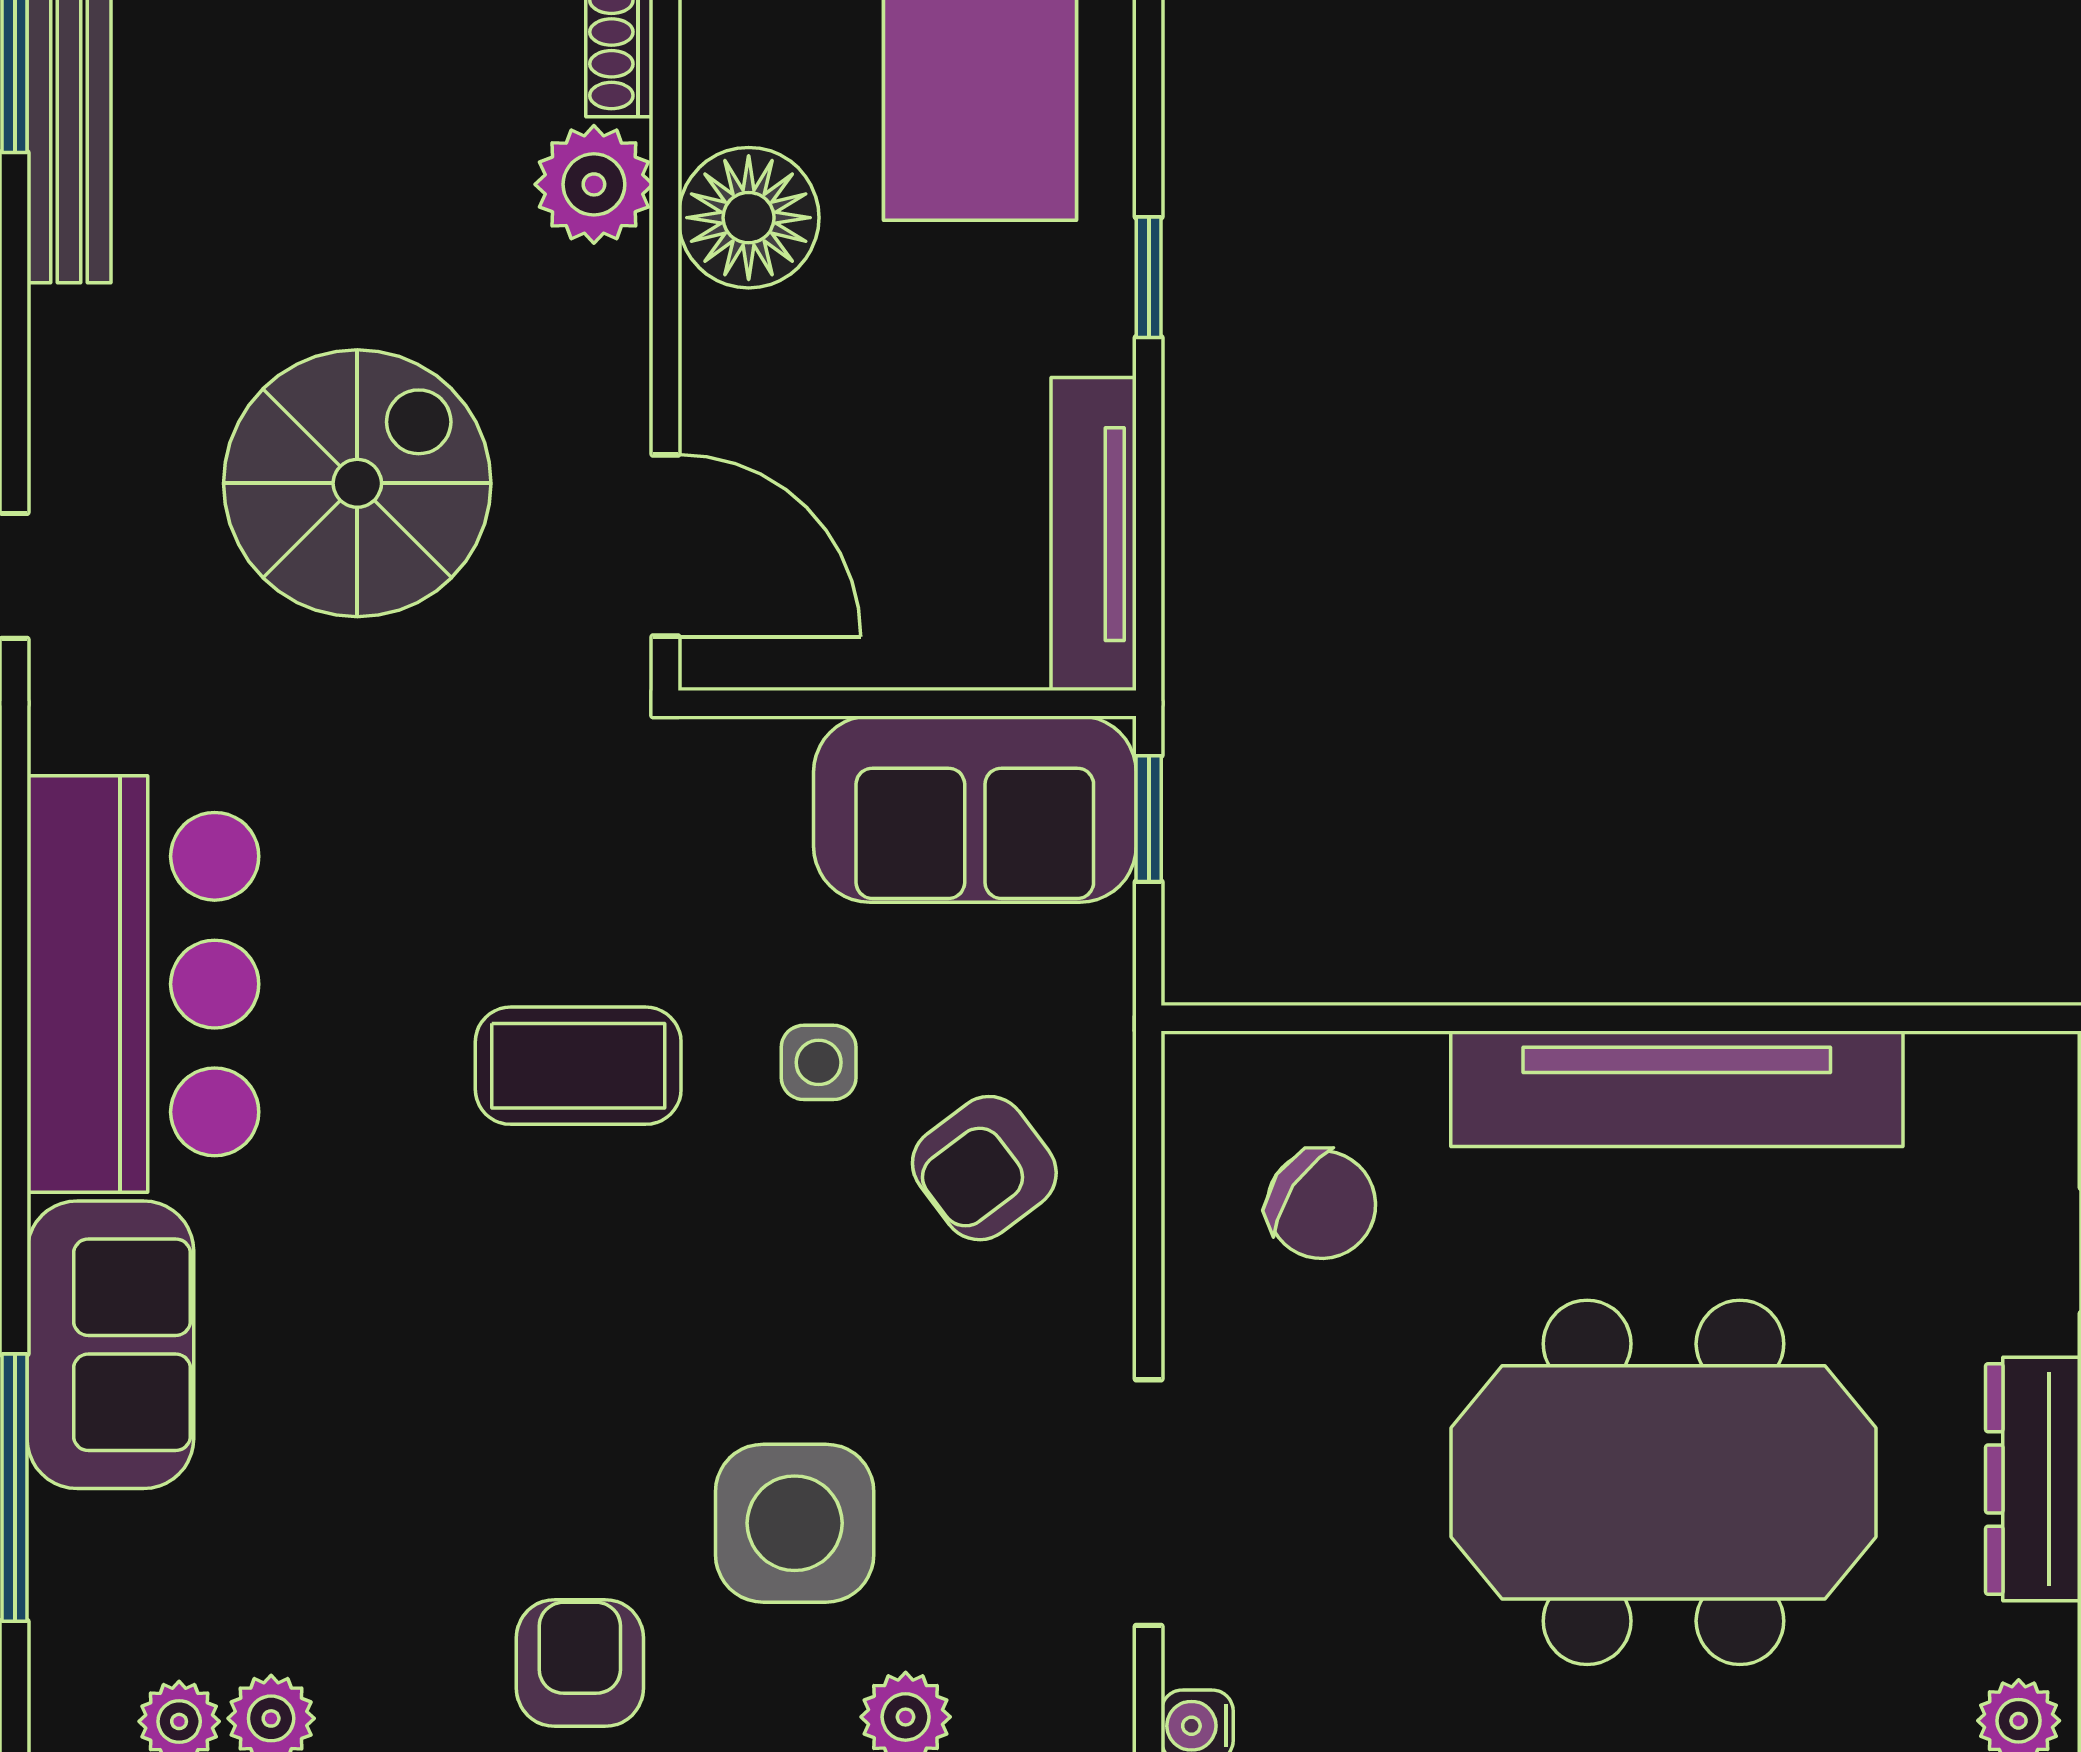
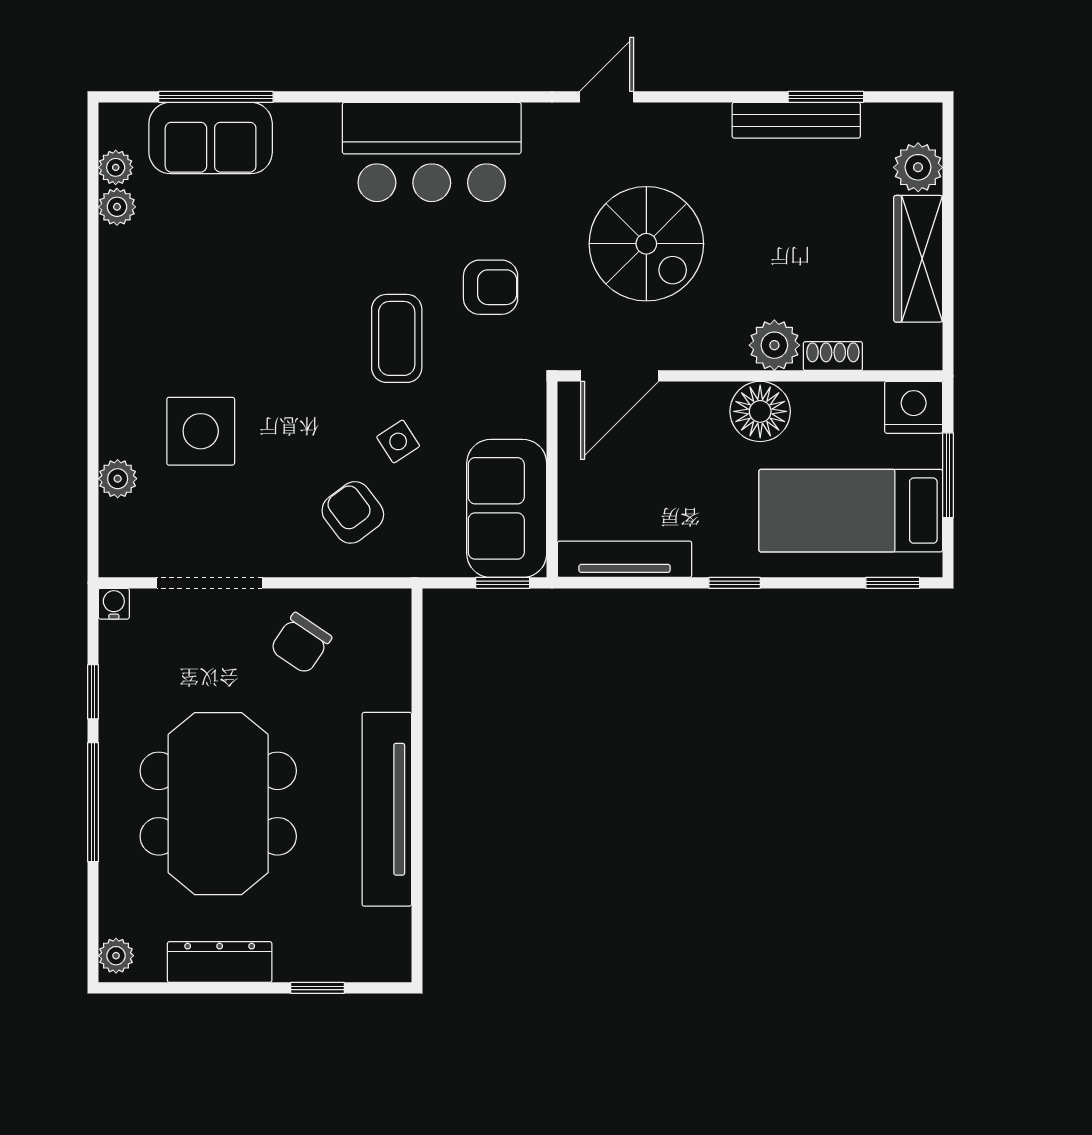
side table: (819, 1062) -> (398, 441), turned -33
chair: (1321, 1205) -> (301, 643), moved
sofa: (110, 1345) -> (211, 138), moved
armchair: (580, 1663) -> (491, 287), moved

